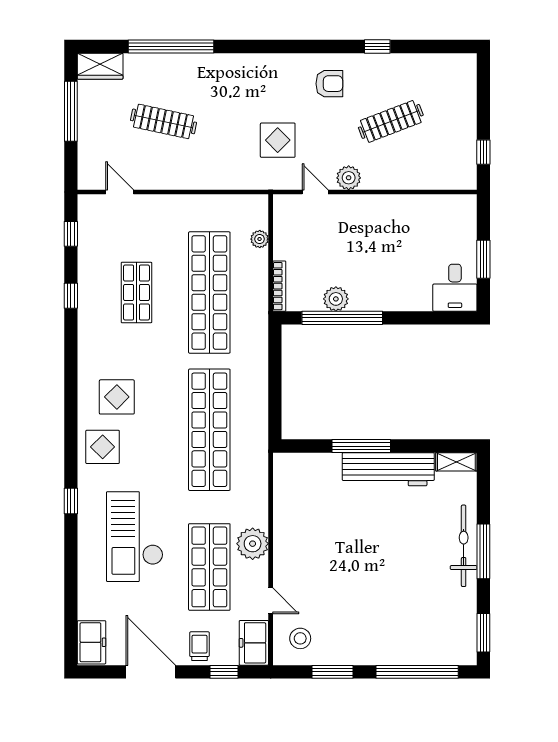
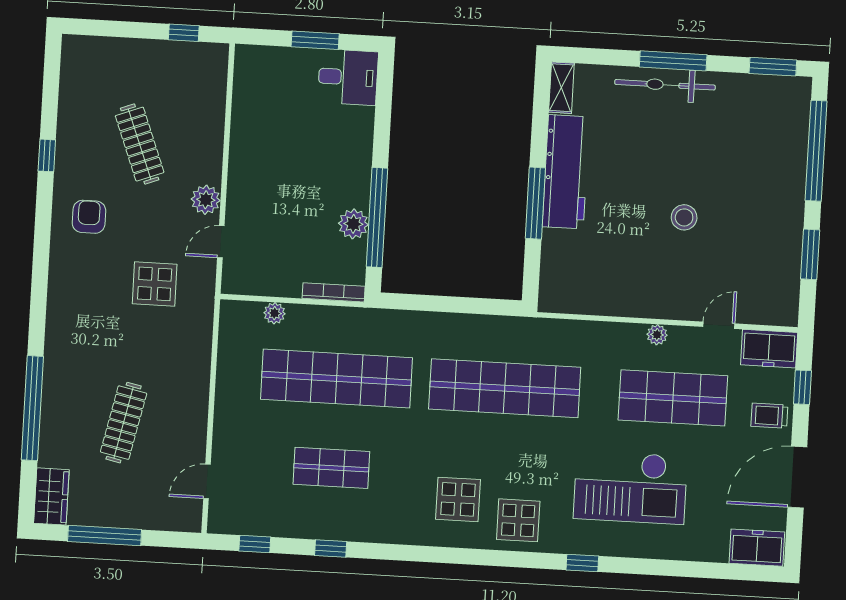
plant: (253, 544) -> (657, 335), width x0.53, depth x0.53
stool: (300, 638) -> (684, 217), moved

